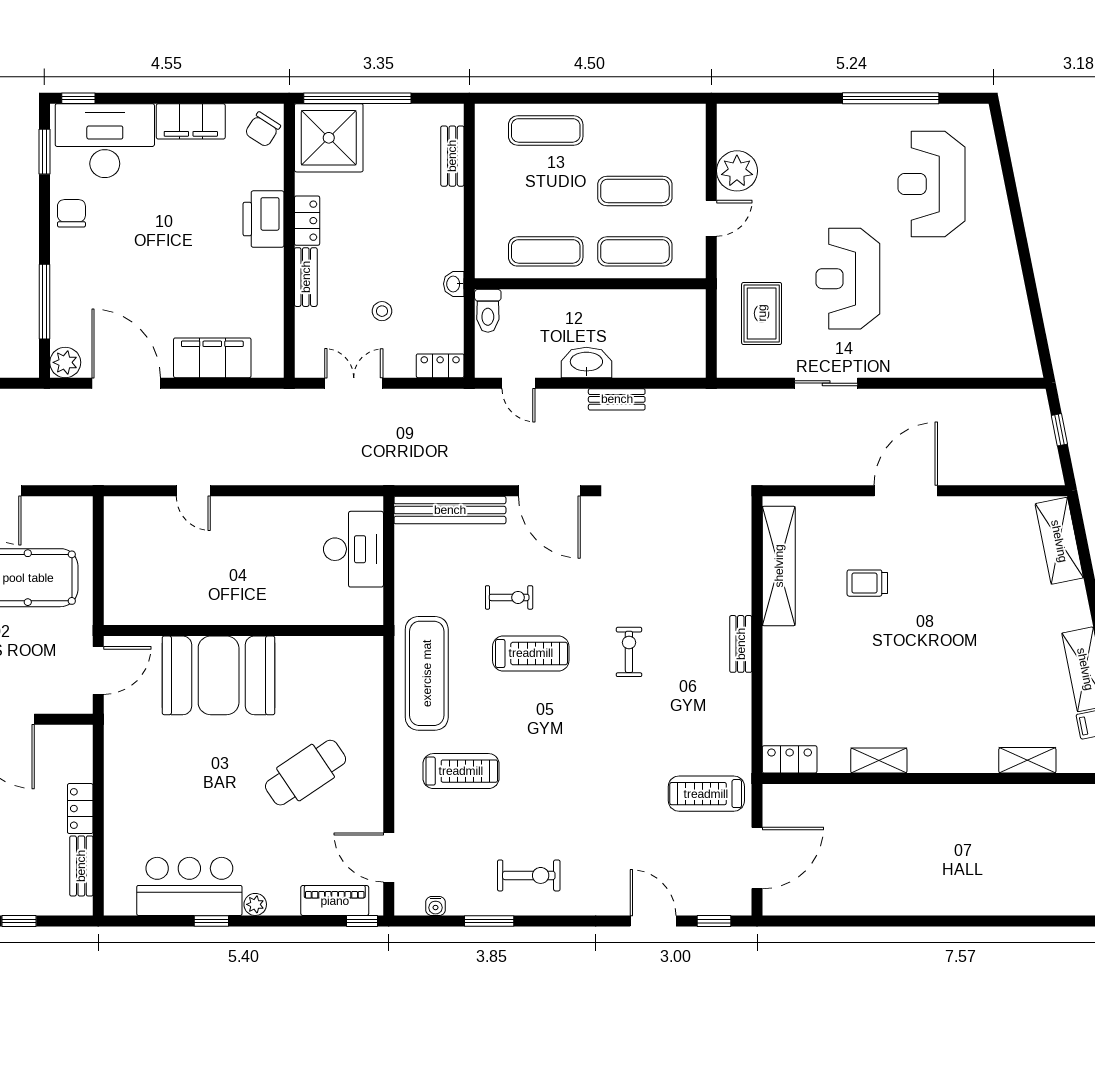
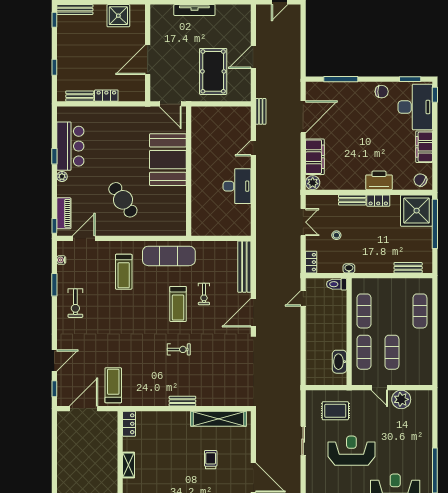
plant: (65, 362) -> (313, 183), moved
washbasin: (586, 362) -> (339, 362), moved, turned 180
bench: (617, 399) -> (261, 111), moved
desk: (353, 549) -> (237, 186), moved, turned -90
door: (757, 858) -> (83, 409), swing flipped

